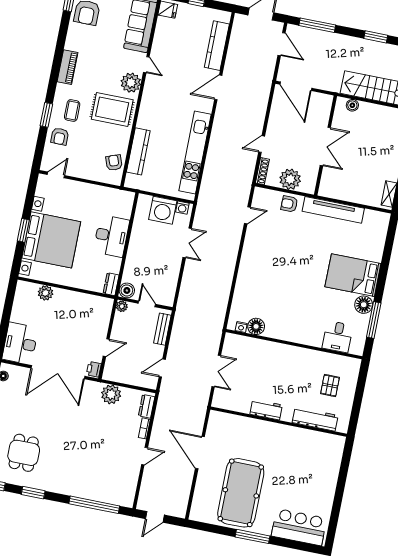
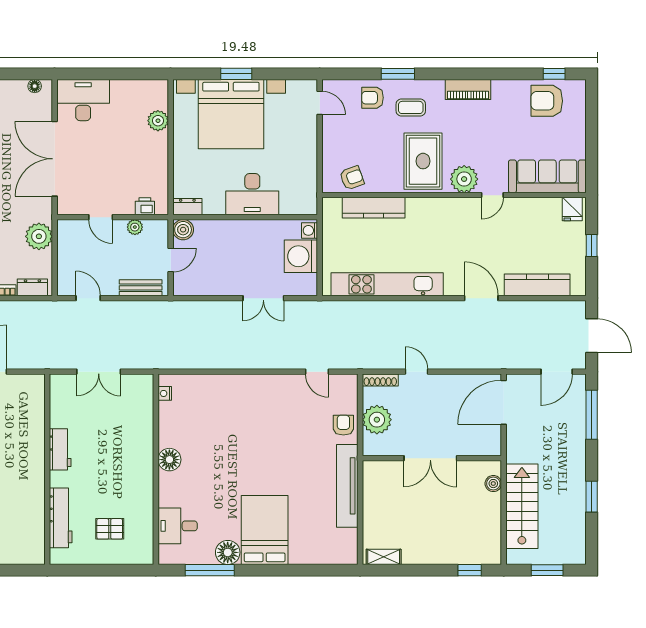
washing machine: (182, 208) -> (310, 230), moved
plant: (122, 306) -> (135, 227), moved
floor lamp: (256, 326) -> (169, 460), moved
printer: (94, 369) -> (145, 206), moved

